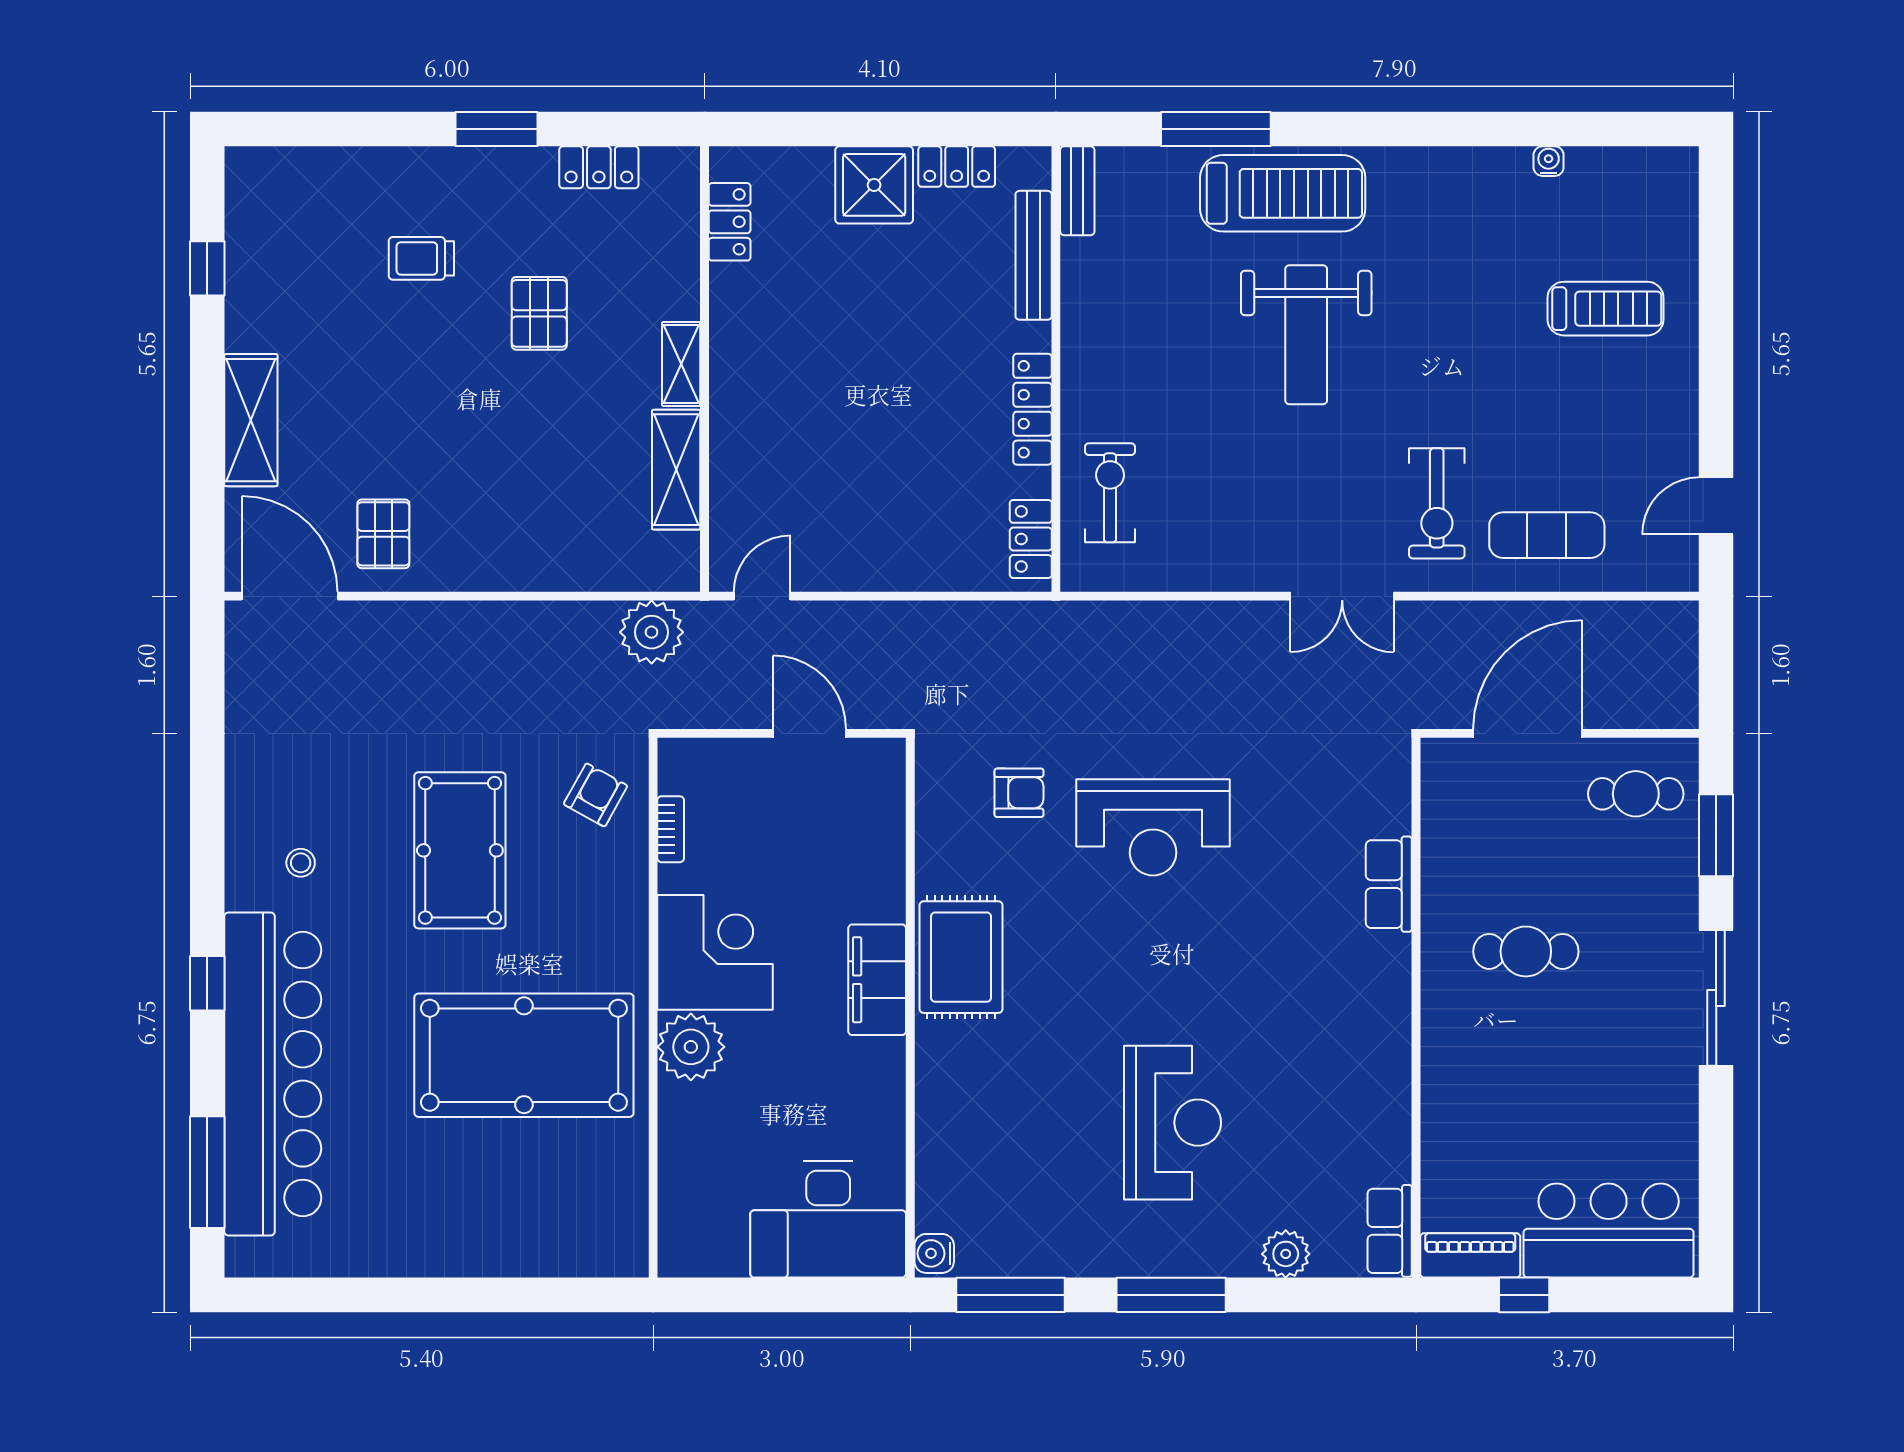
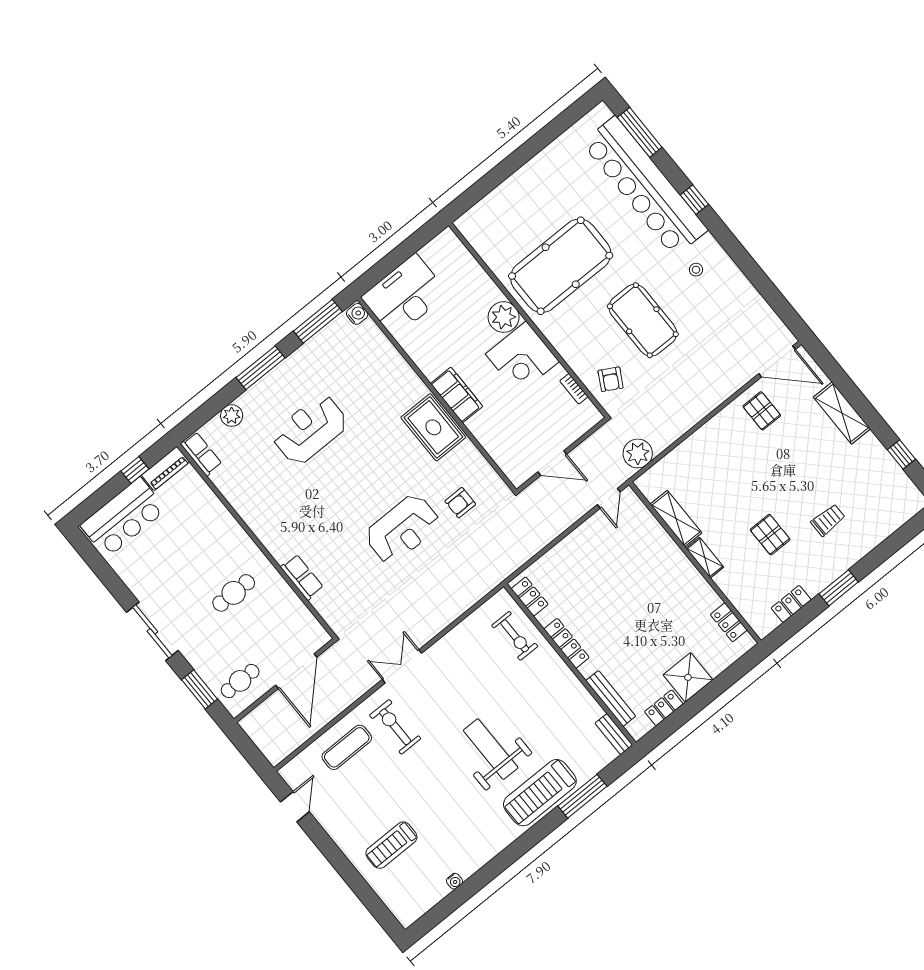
reception desk: (1153, 827) -> (402, 529), turned 180
reception desk: (1173, 1123) -> (310, 430), turned 90

